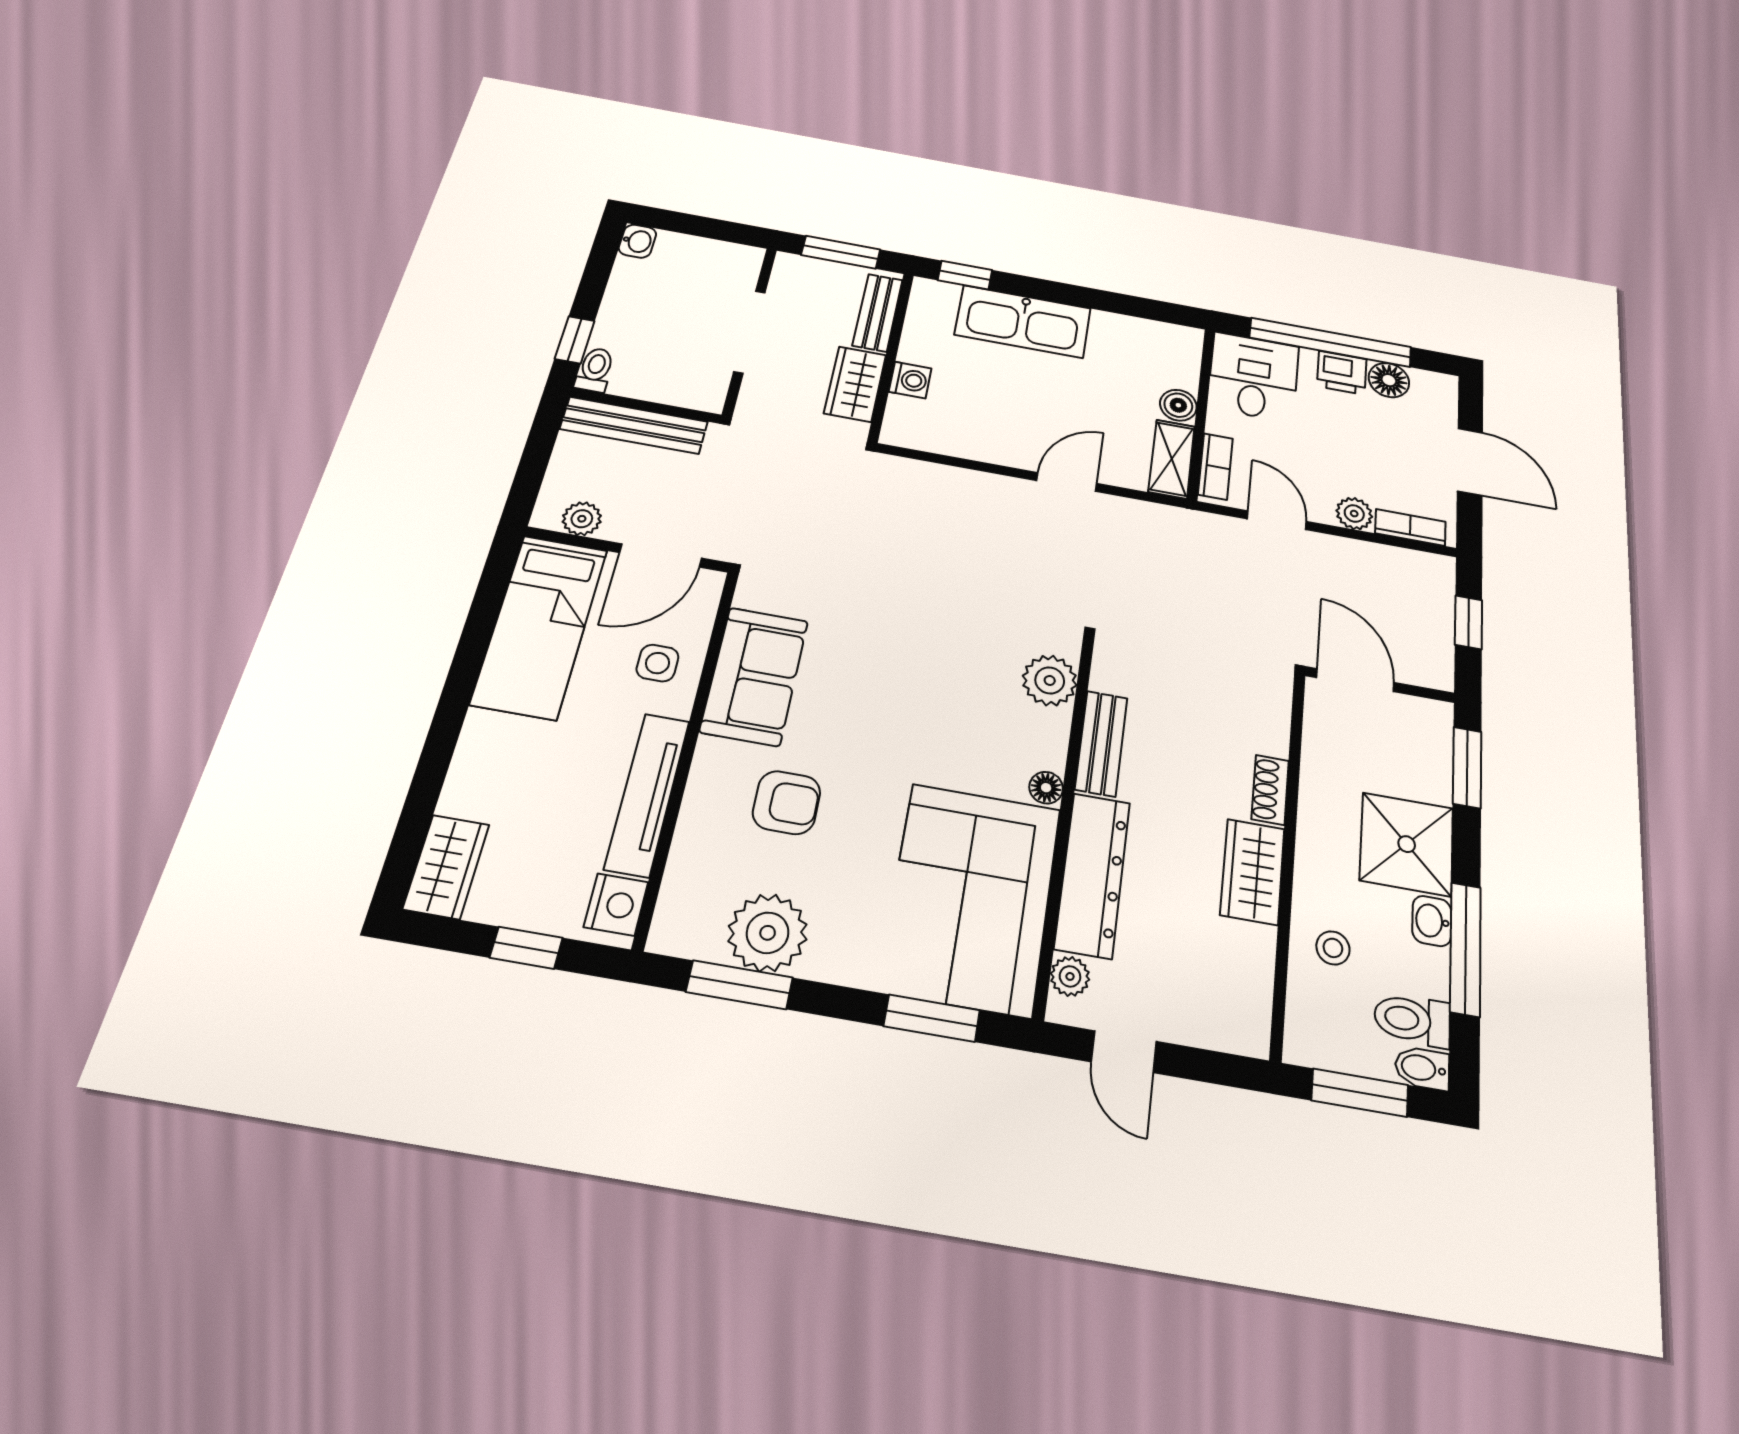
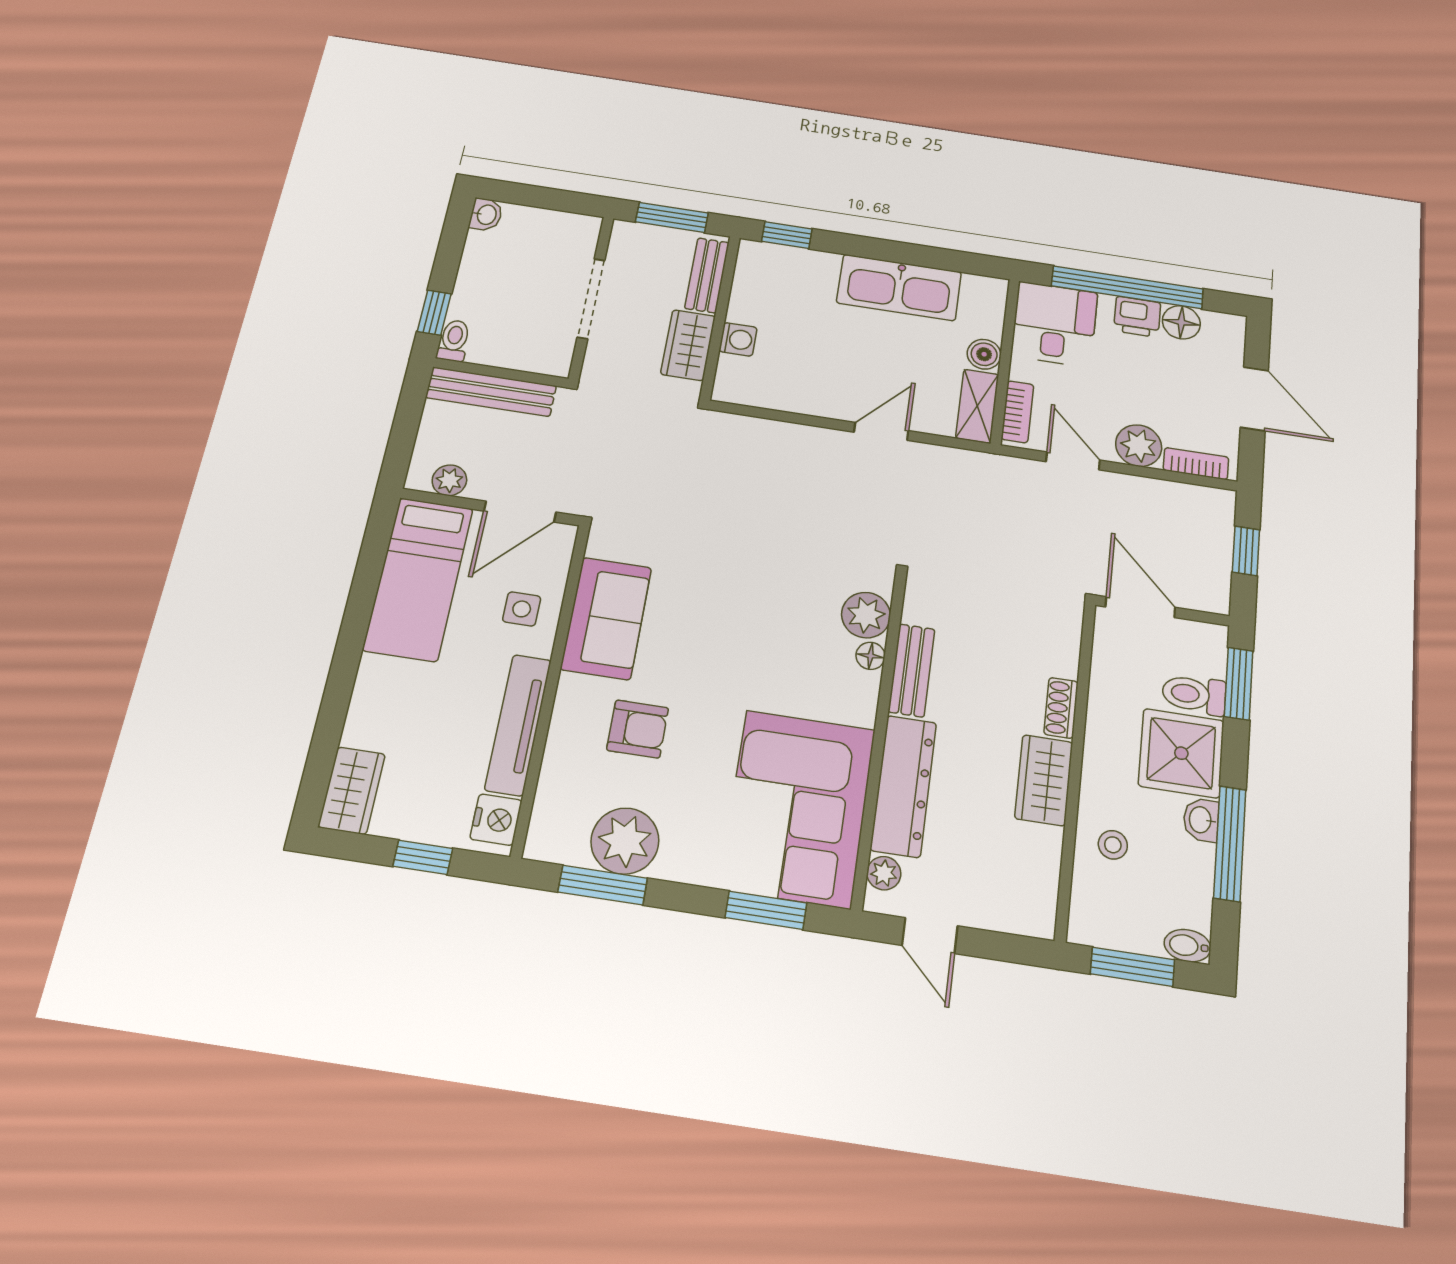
kitchen sink: (1023, 321) -> (899, 287), moved
plant: (1354, 514) -> (1139, 446), width x1.38, depth x1.38
floor lamp: (1046, 788) -> (870, 656), moved
toilet: (1412, 1020) -> (1194, 695), moved

